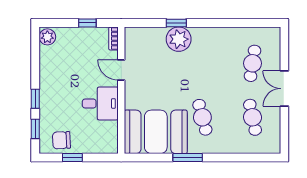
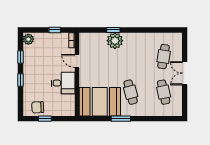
window: (35, 129) -> (20, 57), moved

